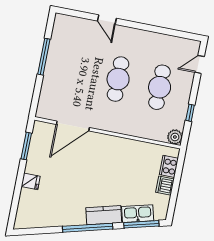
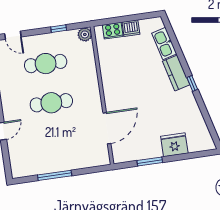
door: (73, 126) -> (107, 128), hinge flipped
window: (26, 146) -> (150, 161), moved
fridge: (31, 181) -> (174, 145), width x1.88, depth x1.34
window: (141, 224) -> (173, 37), removed
window: (88, 228) -> (192, 83), width x0.32

